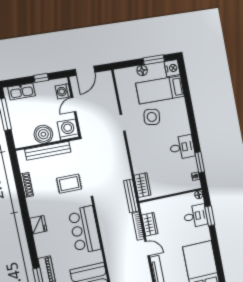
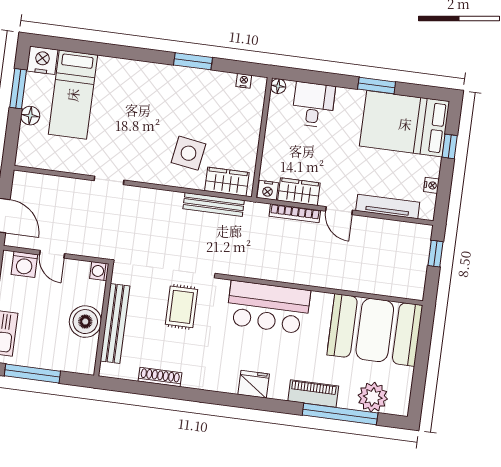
side table: (152, 117) -> (189, 153), moved
washing machine: (68, 130) -> (99, 271), width x0.53, depth x0.53
desk: (182, 147) -> (185, 89), removed
window: (200, 162) -> (193, 61), moved
bench: (131, 196) -> (214, 205), moved
nightstand: (145, 208) -> (268, 190), added
window: (210, 216) -> (377, 85), moved
fridge: (38, 225) -> (254, 384), moved
door: (147, 249) -> (339, 211), swing flipped

